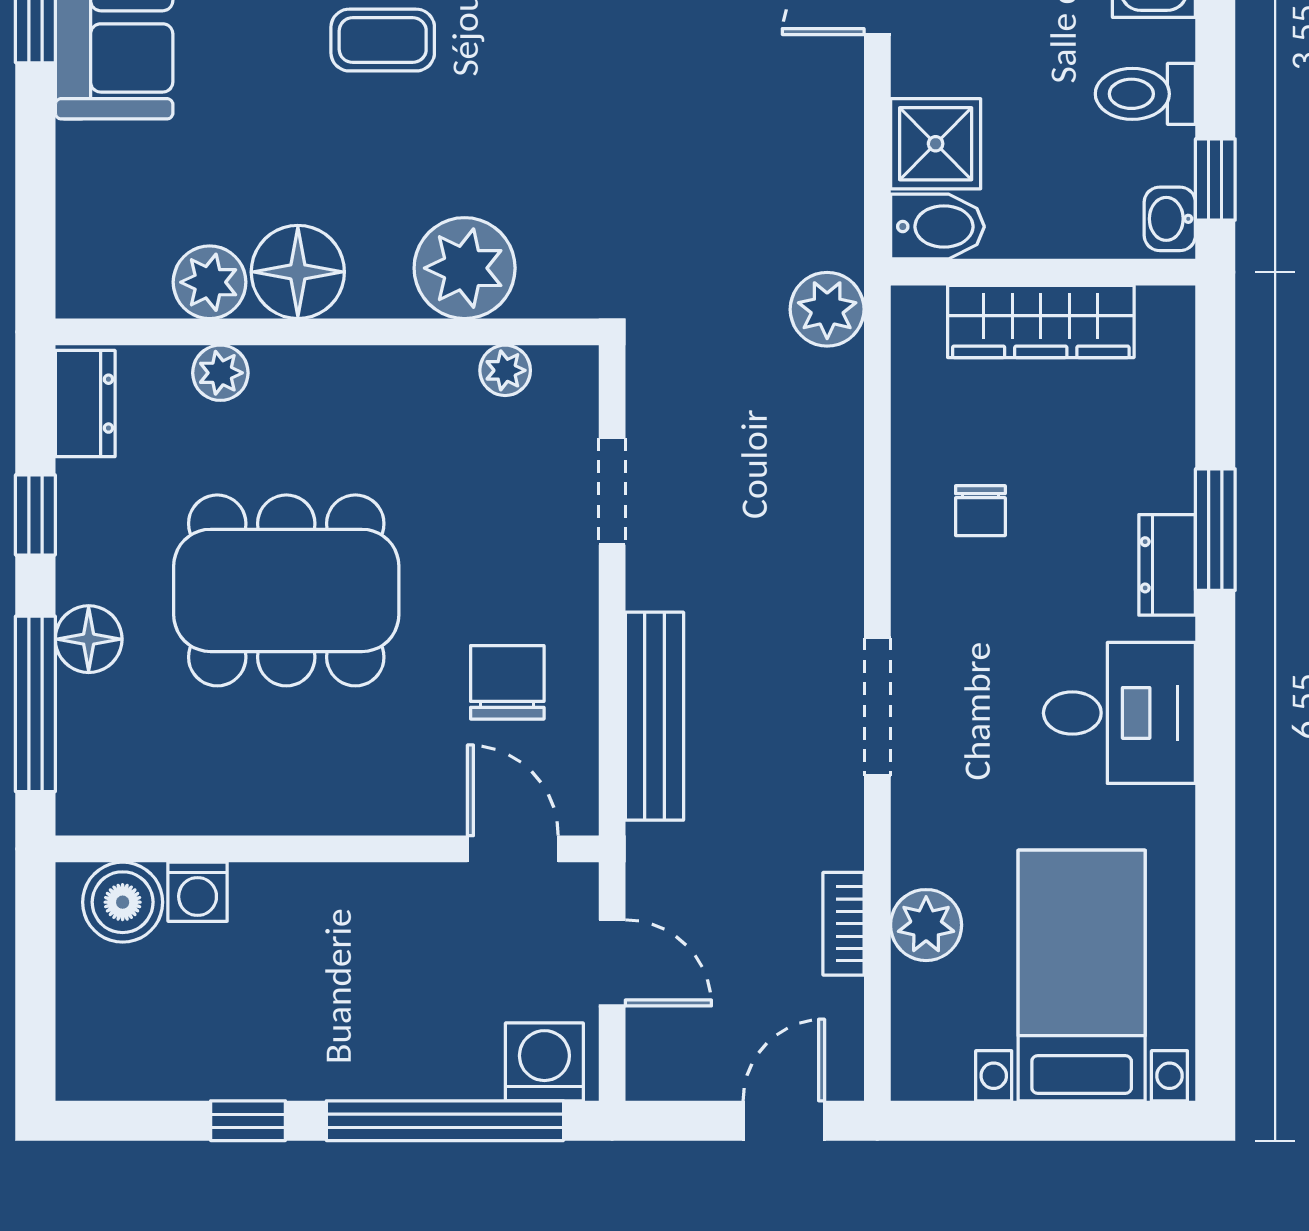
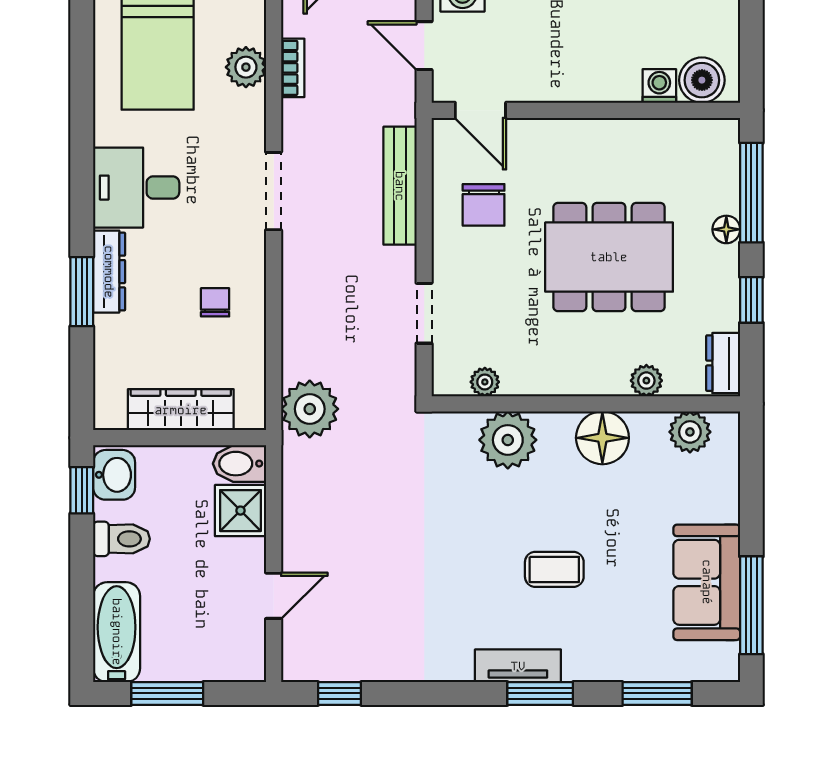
washbasin: (1170, 219) -> (114, 475), width x1.38, depth x1.45
plant: (210, 282) -> (690, 432), moved
plant: (827, 309) -> (310, 409), width x1.36, depth x1.36
dresser: (1167, 565) -> (109, 272), width x1.44
floor lamp: (89, 639) -> (726, 229), width x0.73, depth x0.73

